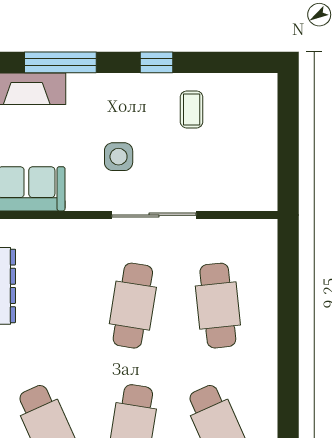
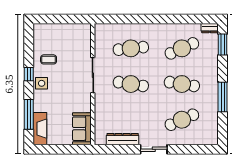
side table: (119, 157) -> (42, 83), moved

